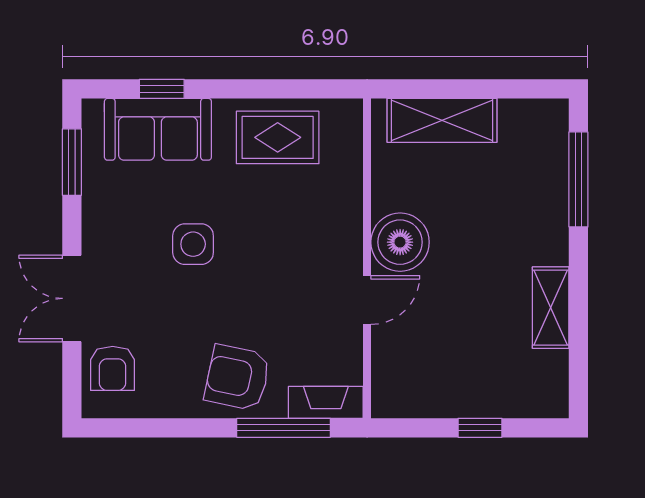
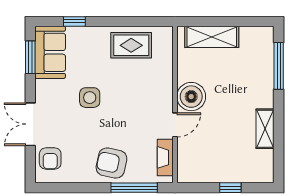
sofa: (158, 129) -> (50, 52), moved, turned -90
fireplace: (326, 402) -> (165, 157), moved, turned -90

